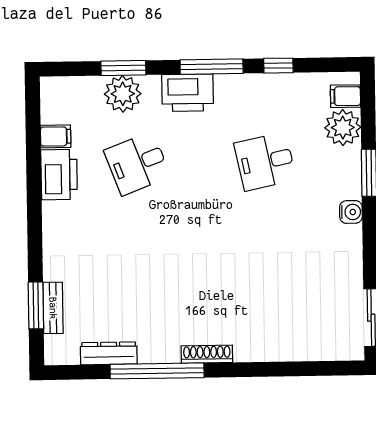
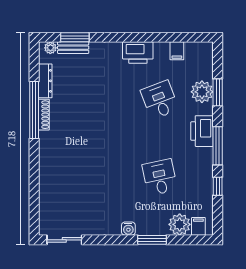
printer: (59, 175) -> (138, 53), moved
plant: (54, 346) -> (50, 48), added
shoe rack: (207, 354) -> (44, 115), moved

